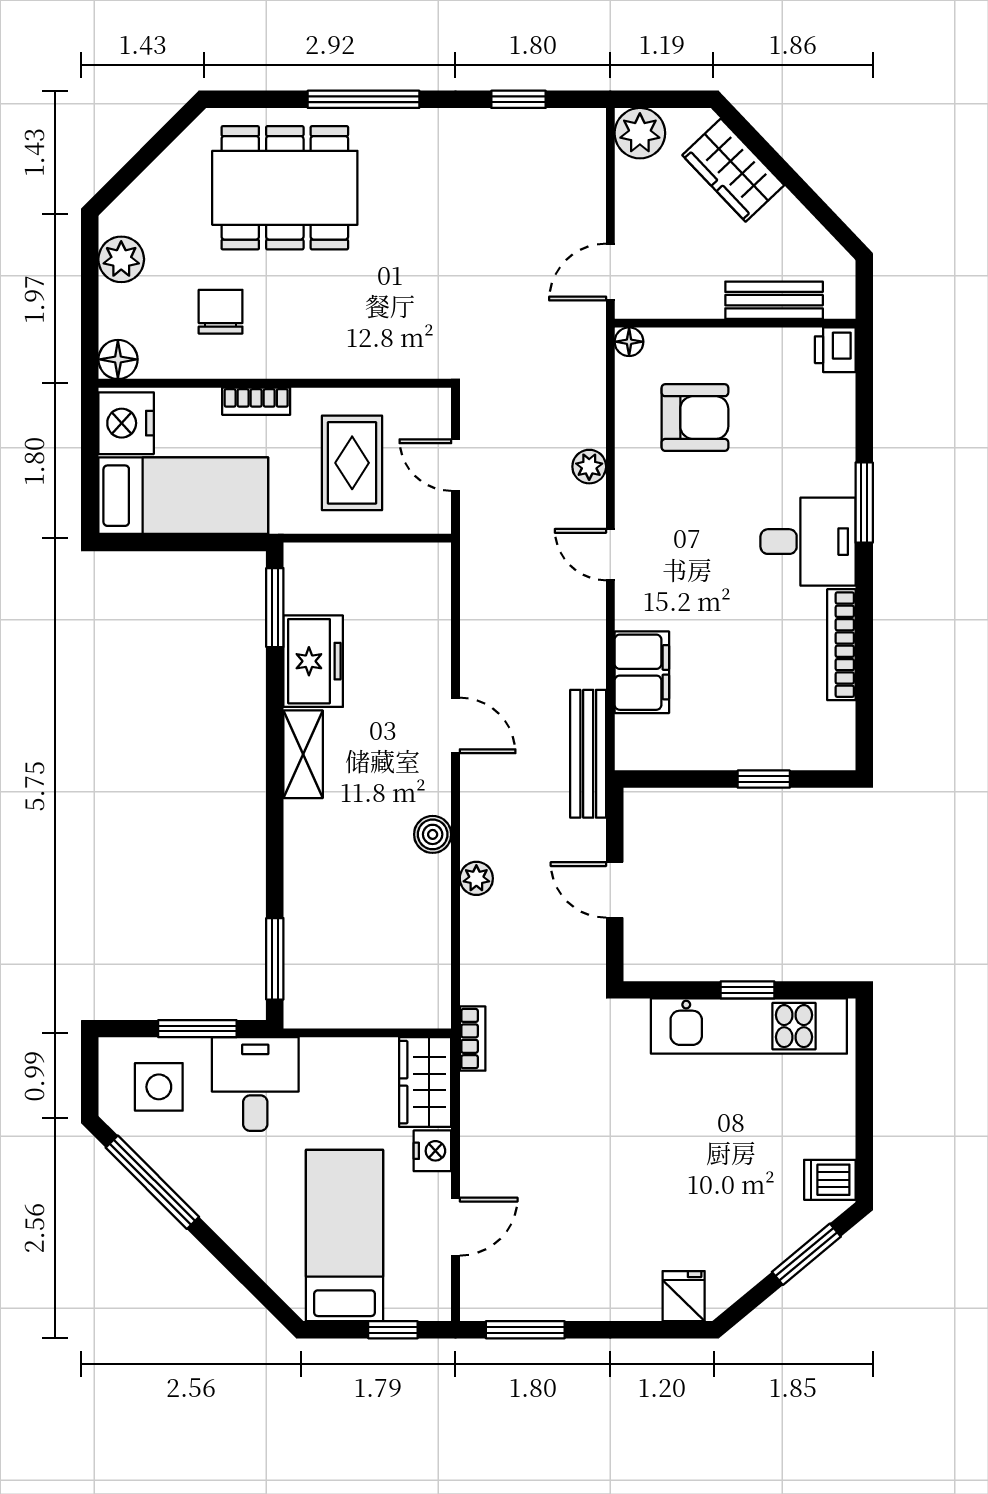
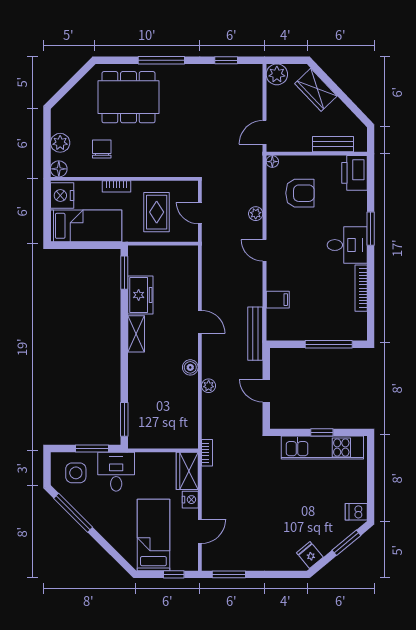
plant: (121, 259) -> (60, 143), moved
printer: (835, 350) -> (354, 173), width x1.87, depth x1.48
filing cabinet: (642, 672) -> (278, 300), width x0.50
window: (764, 779) -> (329, 344), width x2.17
fridge: (684, 1296) -> (310, 555), moved, turned -40

